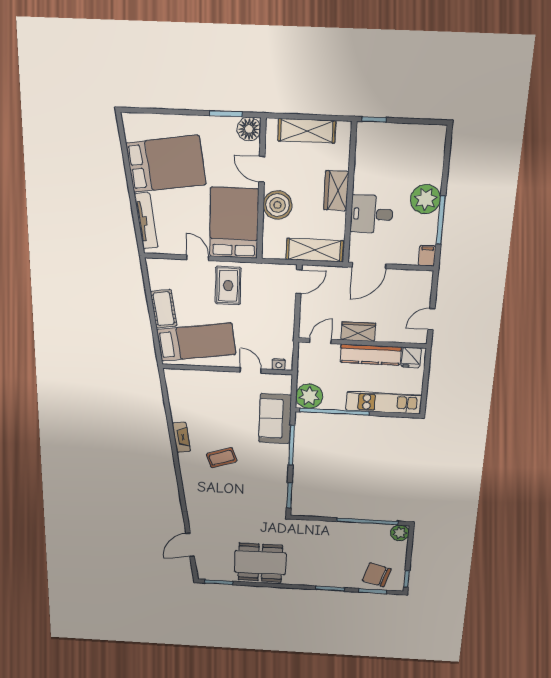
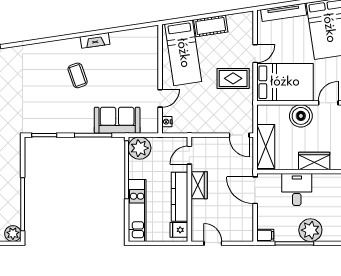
door: (321, 341) -> (189, 155), swing flipped

